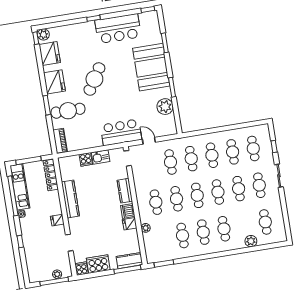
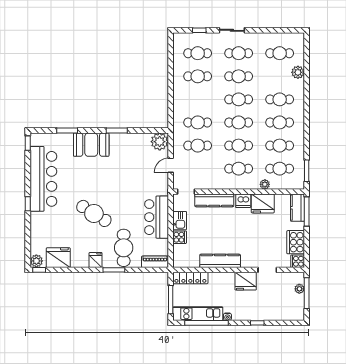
bar counter: (118, 29) -> (43, 179), width x1.36
booth: (151, 67) -> (91, 145), width x0.73, depth x0.70
fridge: (54, 82) -> (96, 260), width x0.53, depth x0.75
plant: (165, 107) -> (160, 142), moved
bar counter: (121, 132) -> (157, 217), moved
cafe table: (212, 155) -> (280, 169), moved
kitchen counter: (125, 191) -> (214, 200), width x1.50
fridge: (57, 220) -> (246, 281), width x1.88, depth x1.34
fridge: (130, 224) -> (263, 203), width x1.88, depth x1.34

